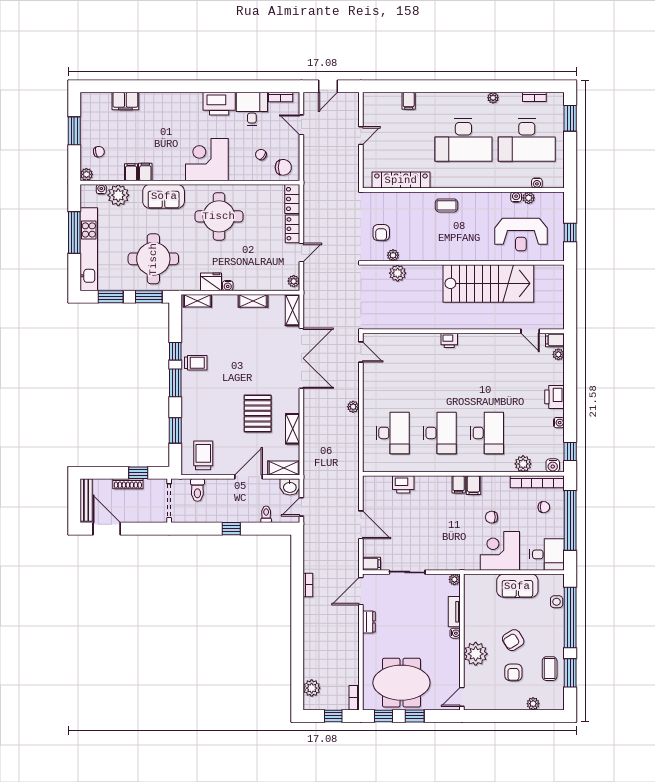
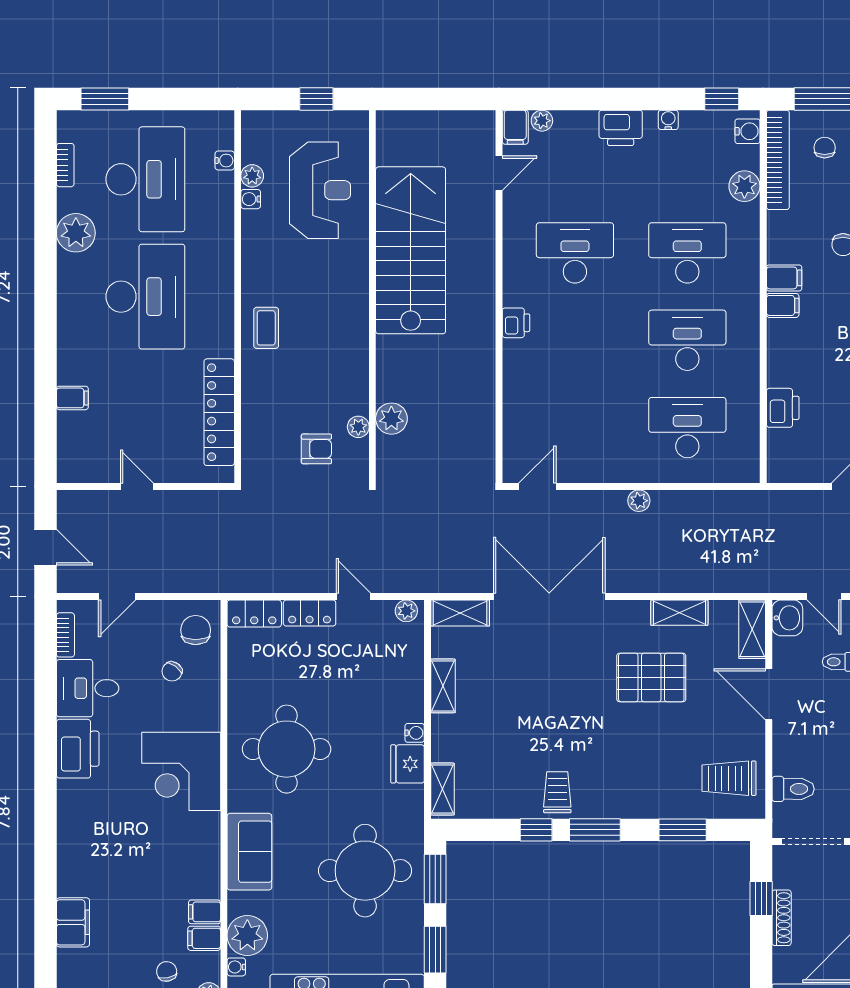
plant: (493, 98) -> (76, 233), width x1.88, depth x1.88
filing cabinet: (145, 172) -> (204, 938), moved
desk: (487, 372) -> (575, 253), added

